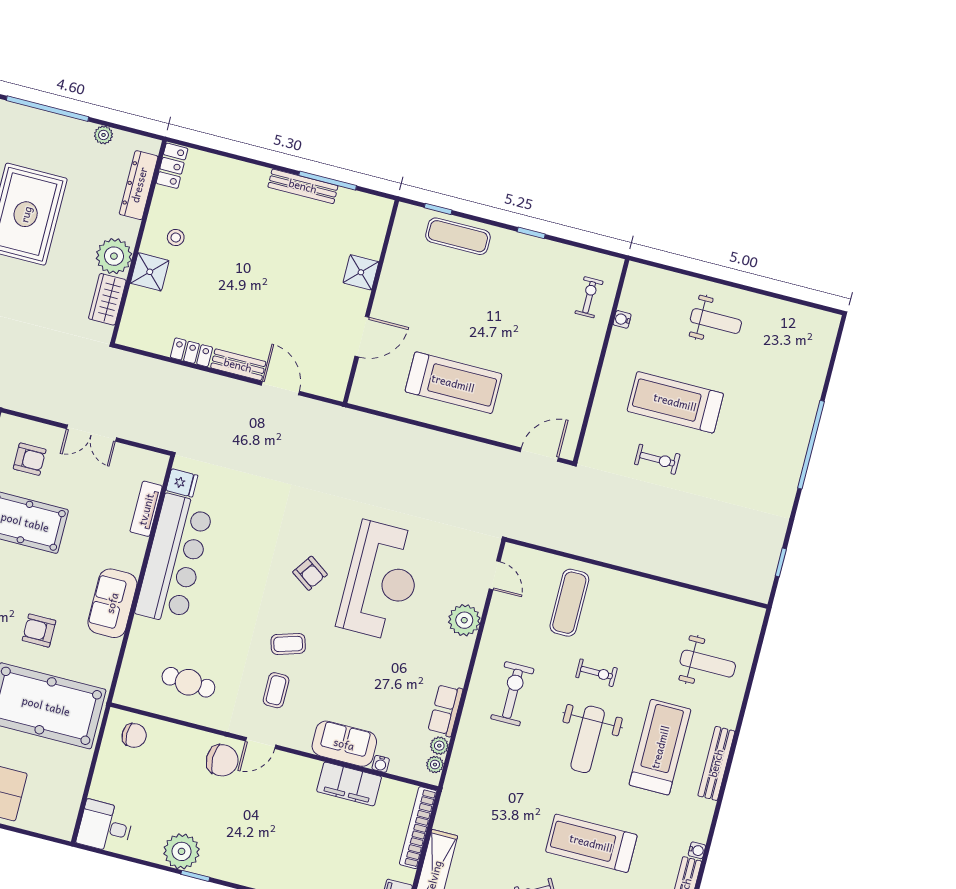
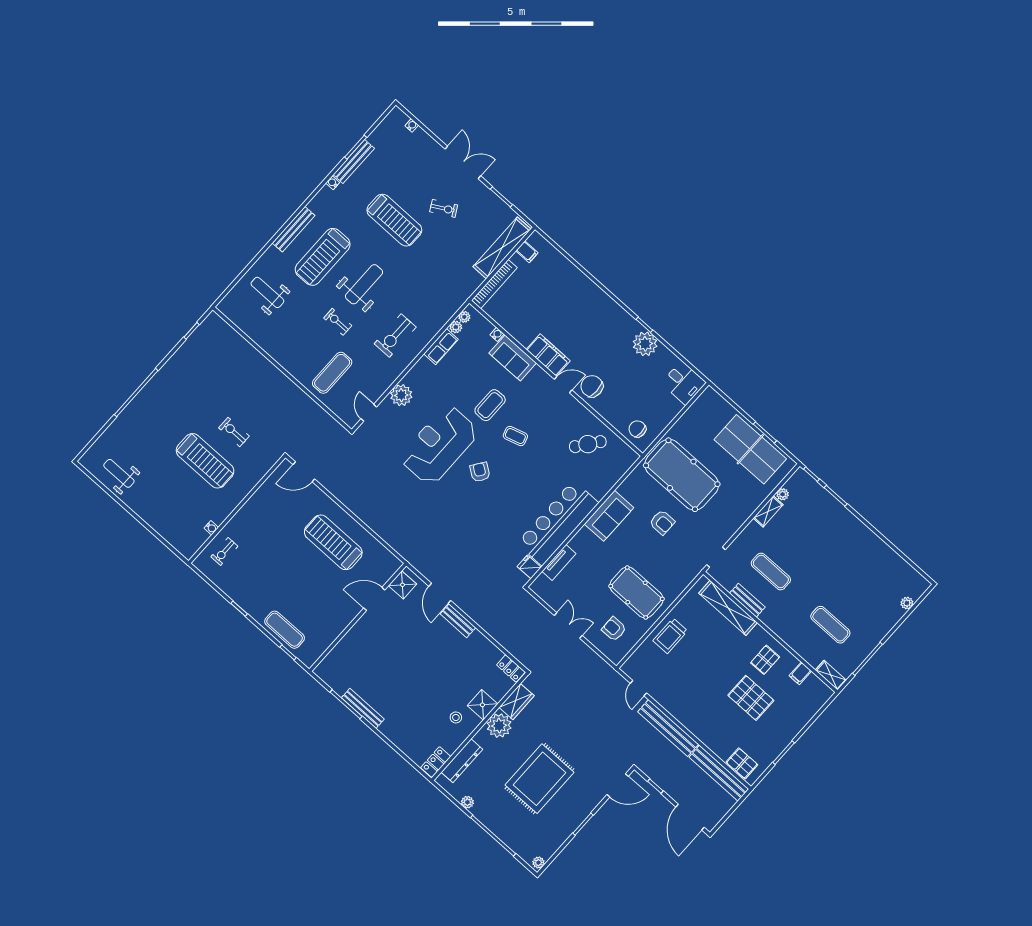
shower: (361, 272) -> (403, 585), moved
weight bench: (716, 321) -> (119, 473), moved
locker: (191, 352) -> (511, 668), moved
cafe table: (188, 682) -> (588, 444), turned -57
coffee table: (276, 690) -> (490, 405), moved, width x1.36, depth x1.30
filing cabinet: (349, 784) -> (548, 355), moved

